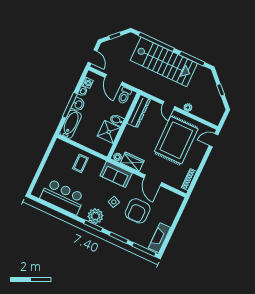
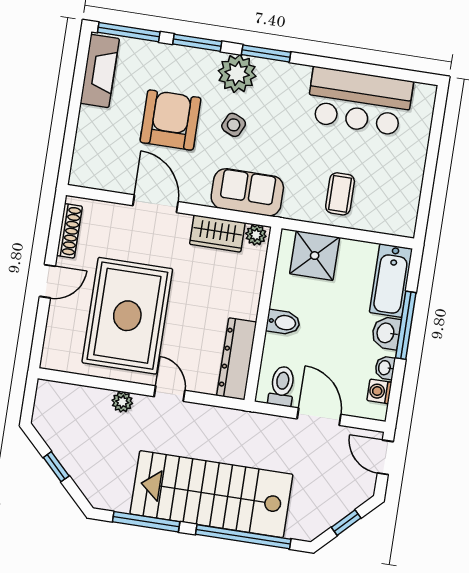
shower: (109, 132) -> (315, 256), moved
door: (214, 140) -> (47, 281), moved
plant: (95, 216) -> (237, 74), moved

